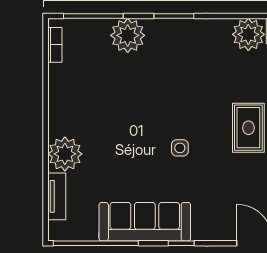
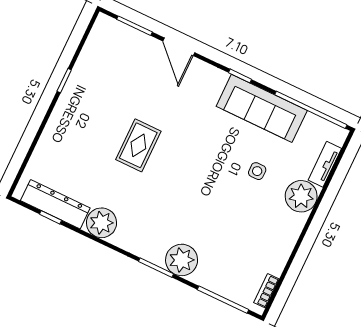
plant: (128, 35) -> (182, 260), moved
side table: (180, 148) -> (257, 171), moved

